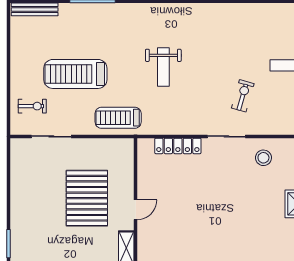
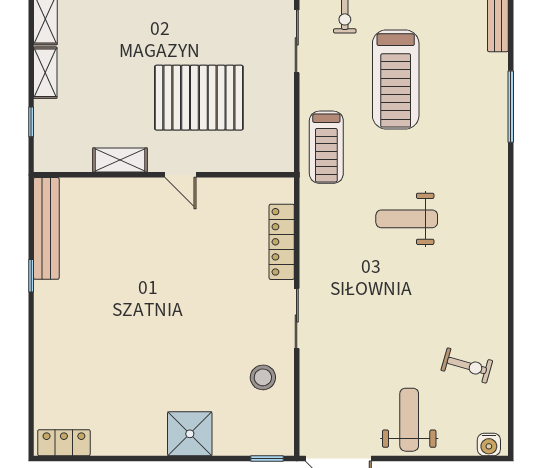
treadmill: (75, 74) -> (396, 80), turned 180
exercise bike: (243, 96) -> (467, 366), moved
treadmill: (118, 118) -> (326, 147), turned 180

